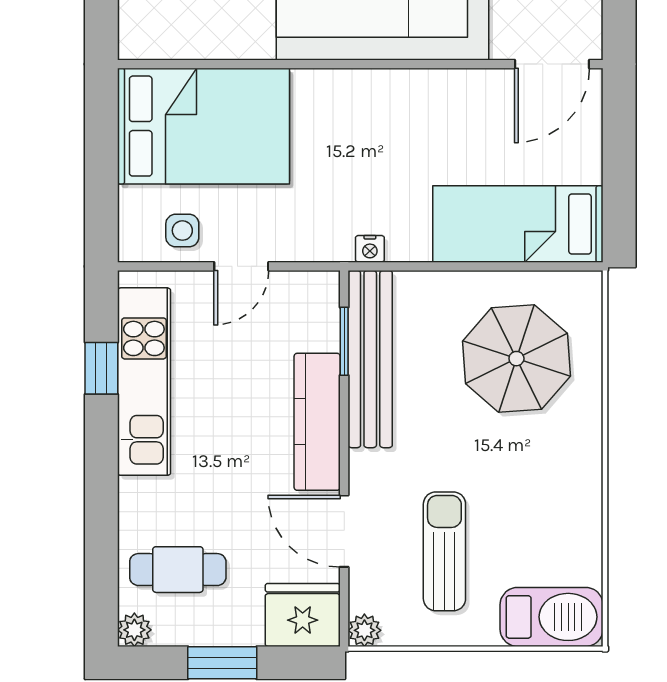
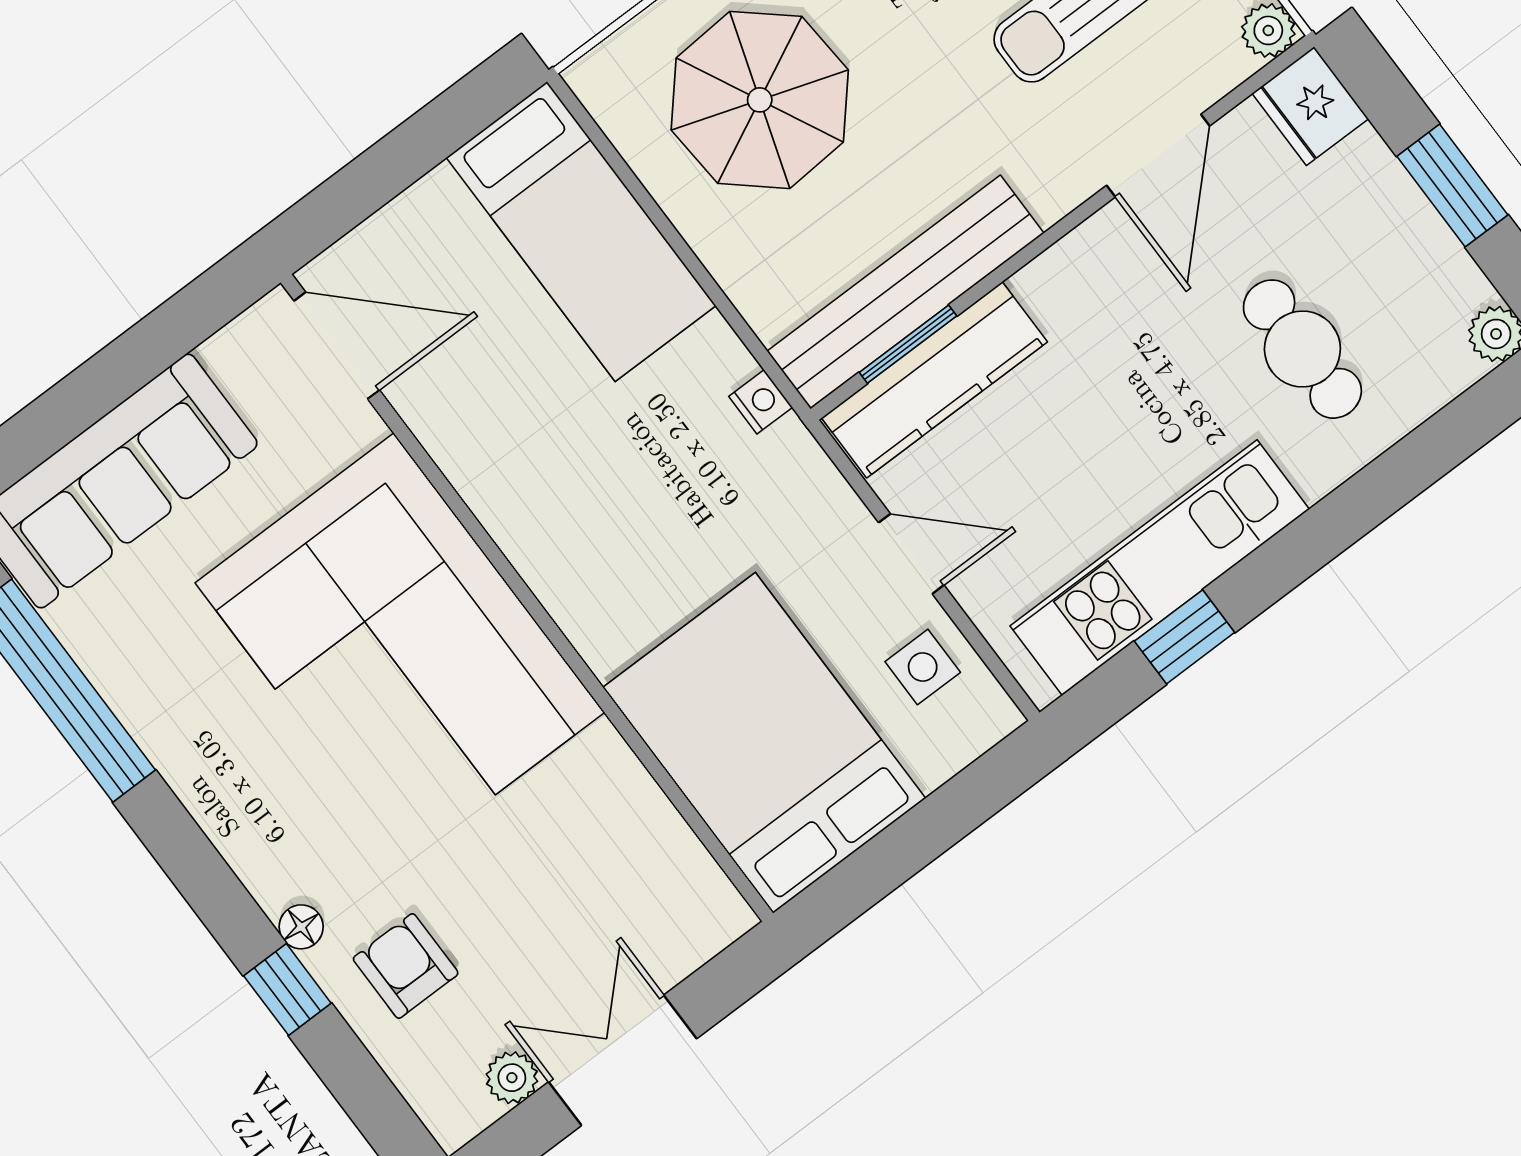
kitchen counter: (317, 422) -> (934, 380), moved
cafe table: (178, 570) -> (1302, 349), moved
fridge: (303, 615) -> (1310, 106), width x0.73, depth x0.75

